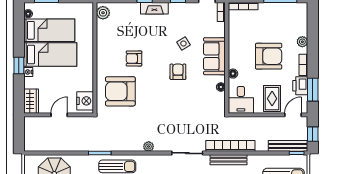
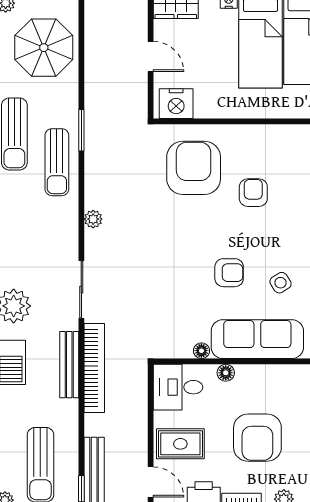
sofa: (214, 56) -> (257, 339), width x1.36

